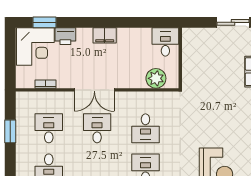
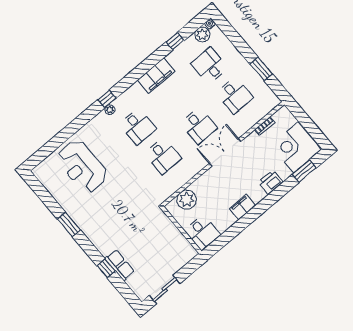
filing cabinet: (105, 35) -> (242, 207), moved
printer: (65, 36) -> (271, 182), moved
desk: (145, 128) -> (163, 156), turned 180

